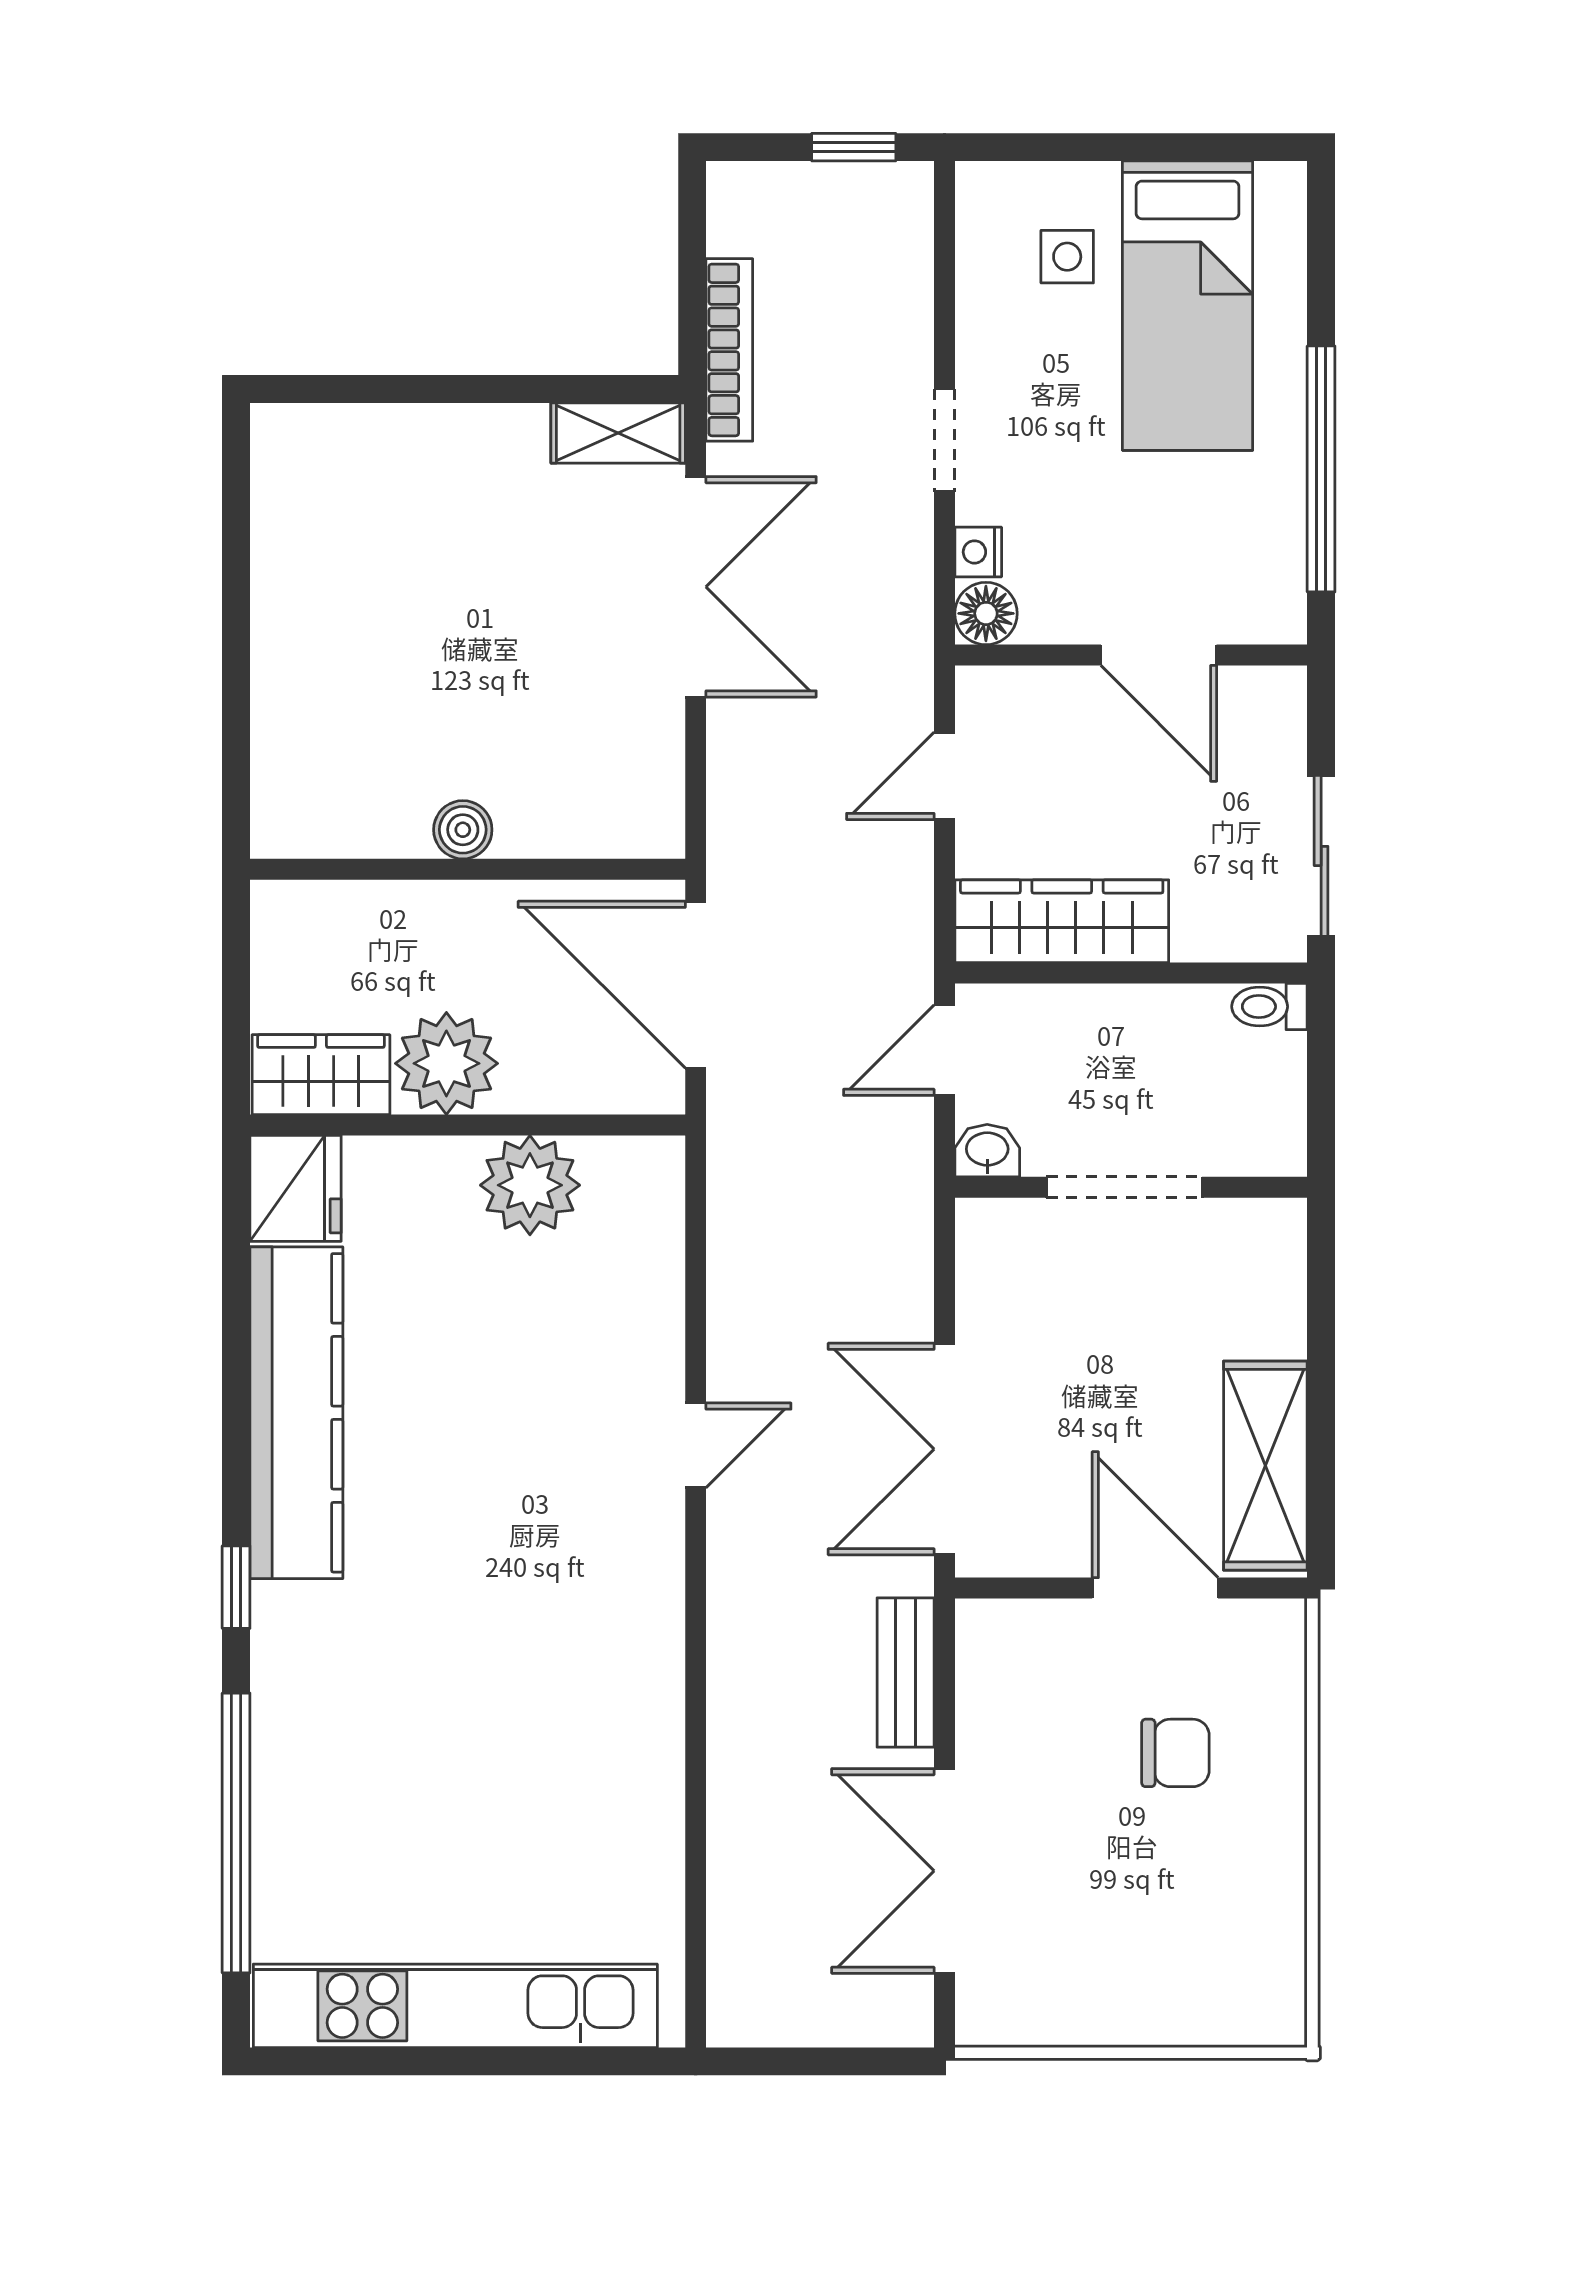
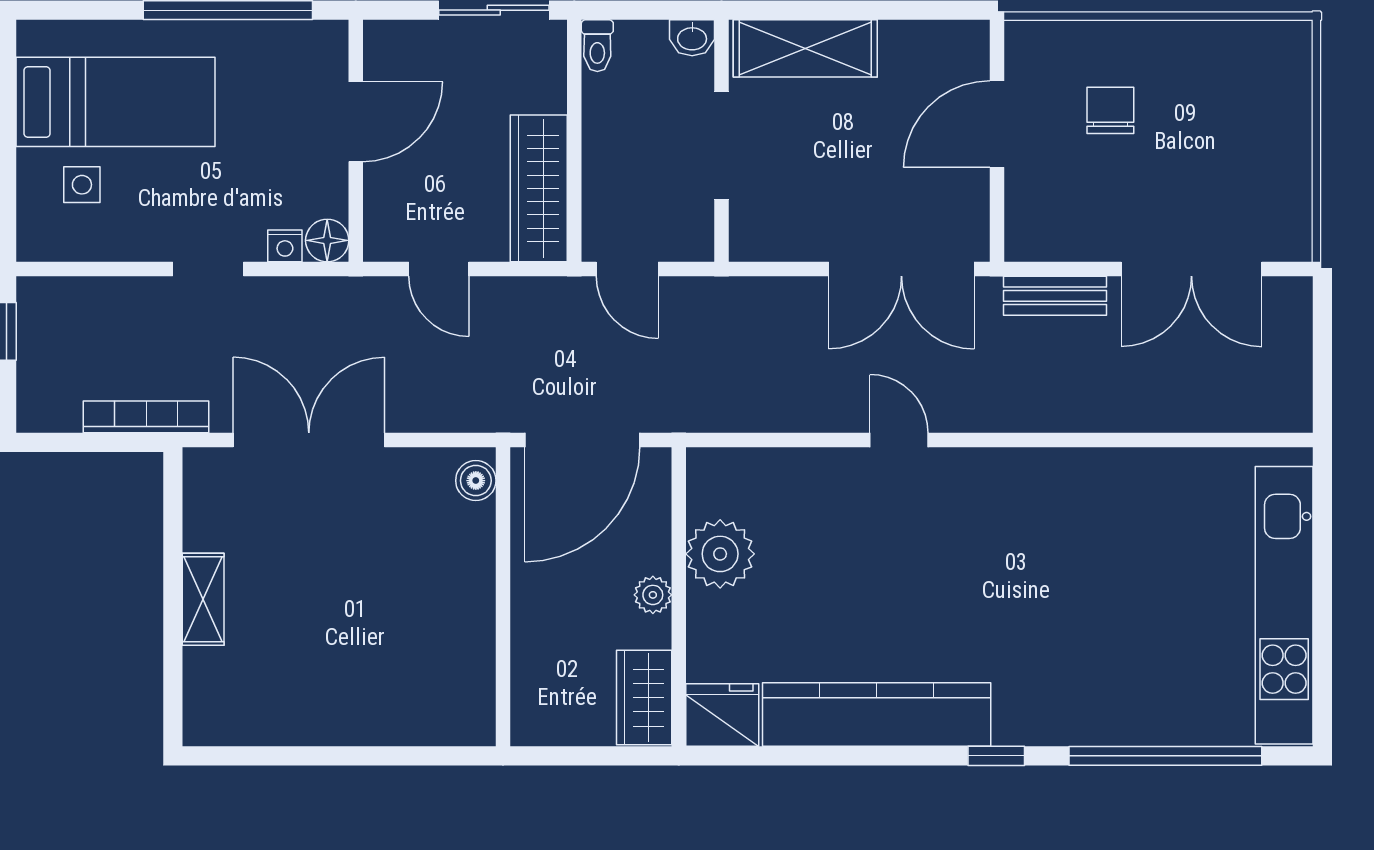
shelving: (618, 433) -> (203, 599), moved
boiler: (463, 830) -> (476, 481), moved
plant: (446, 1063) -> (653, 595), width x0.53, depth x0.53
washbasin: (987, 1151) -> (692, 38), moved, turned -90
shelving: (1265, 1466) -> (805, 48), moved

